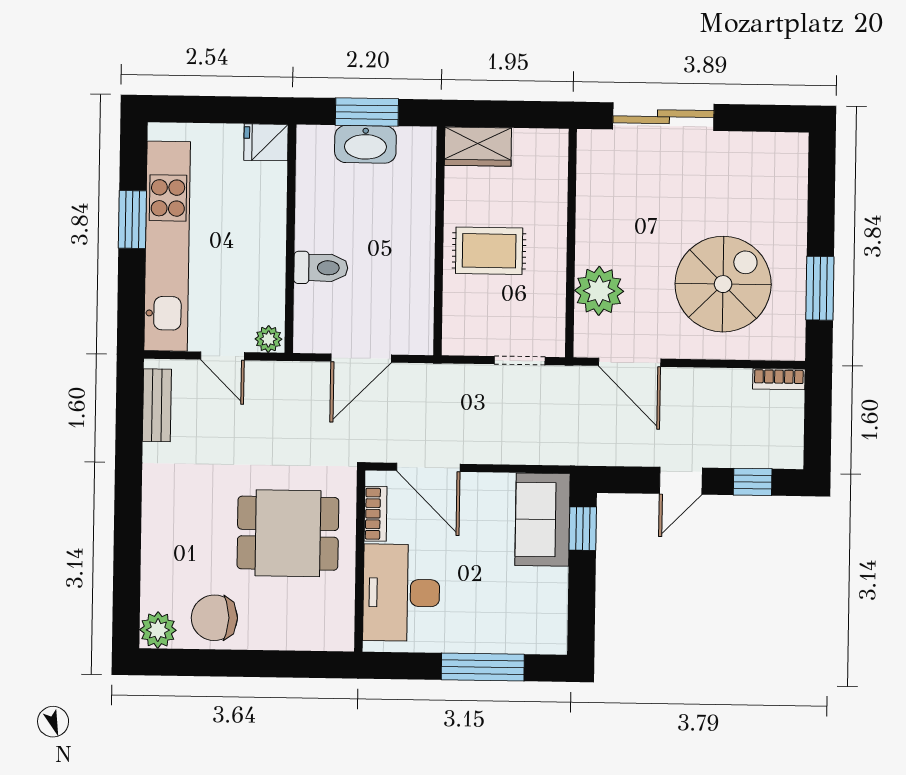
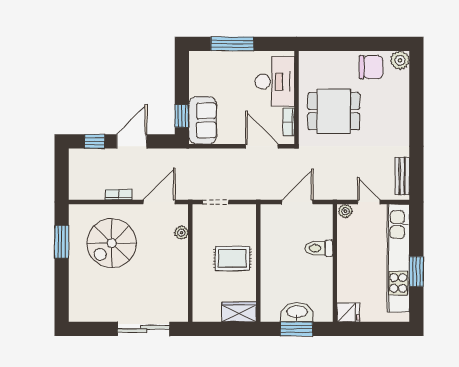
plant: (599, 291) -> (181, 233), width x0.53, depth x0.53
door: (630, 362) -> (159, 202), hinge flipped
bookcase: (779, 379) -> (119, 195), moved
door: (681, 481) -> (132, 141), width x1.38

